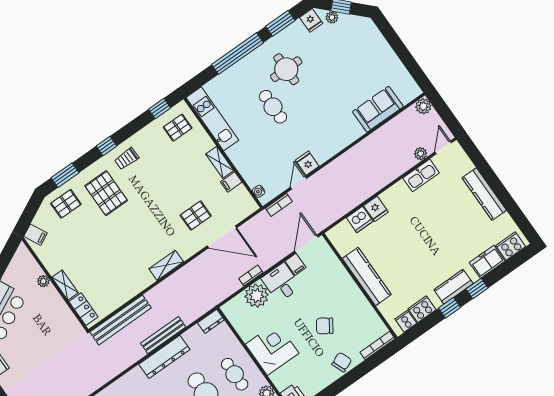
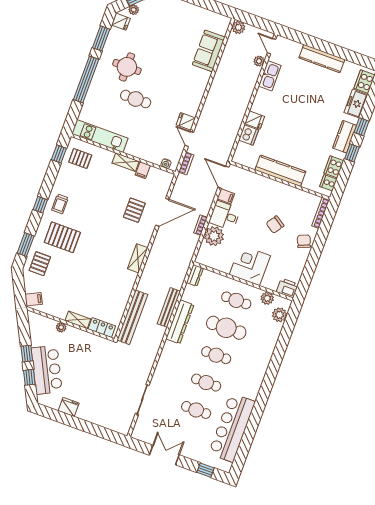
pallet: (178, 128) -> (80, 159), turned 90

